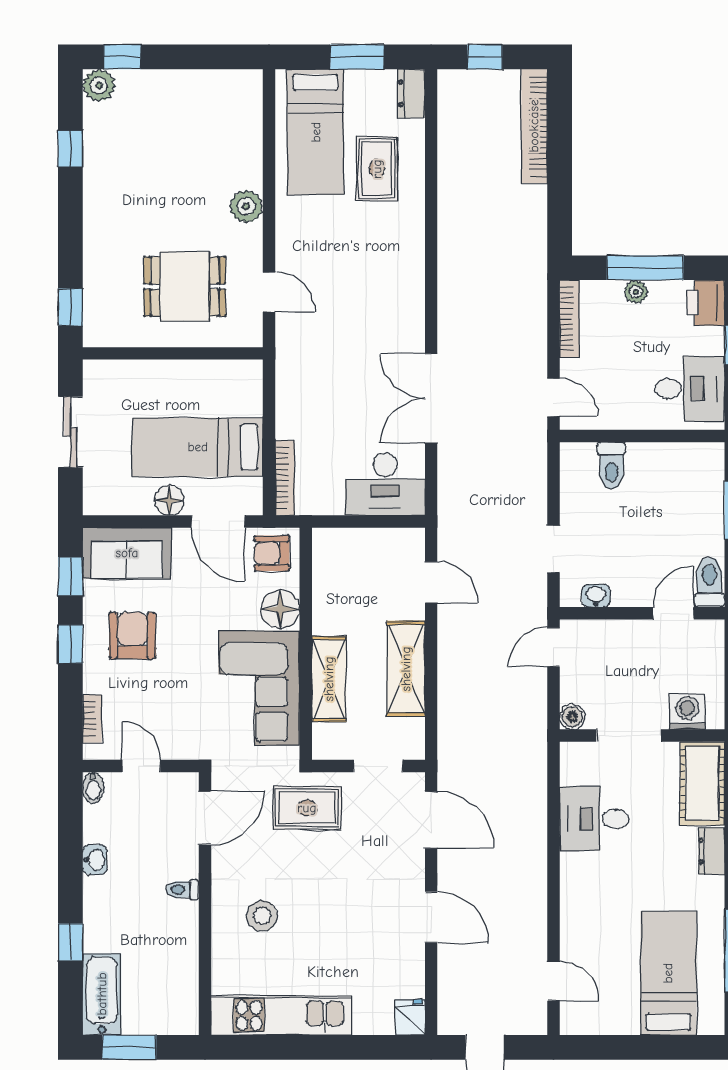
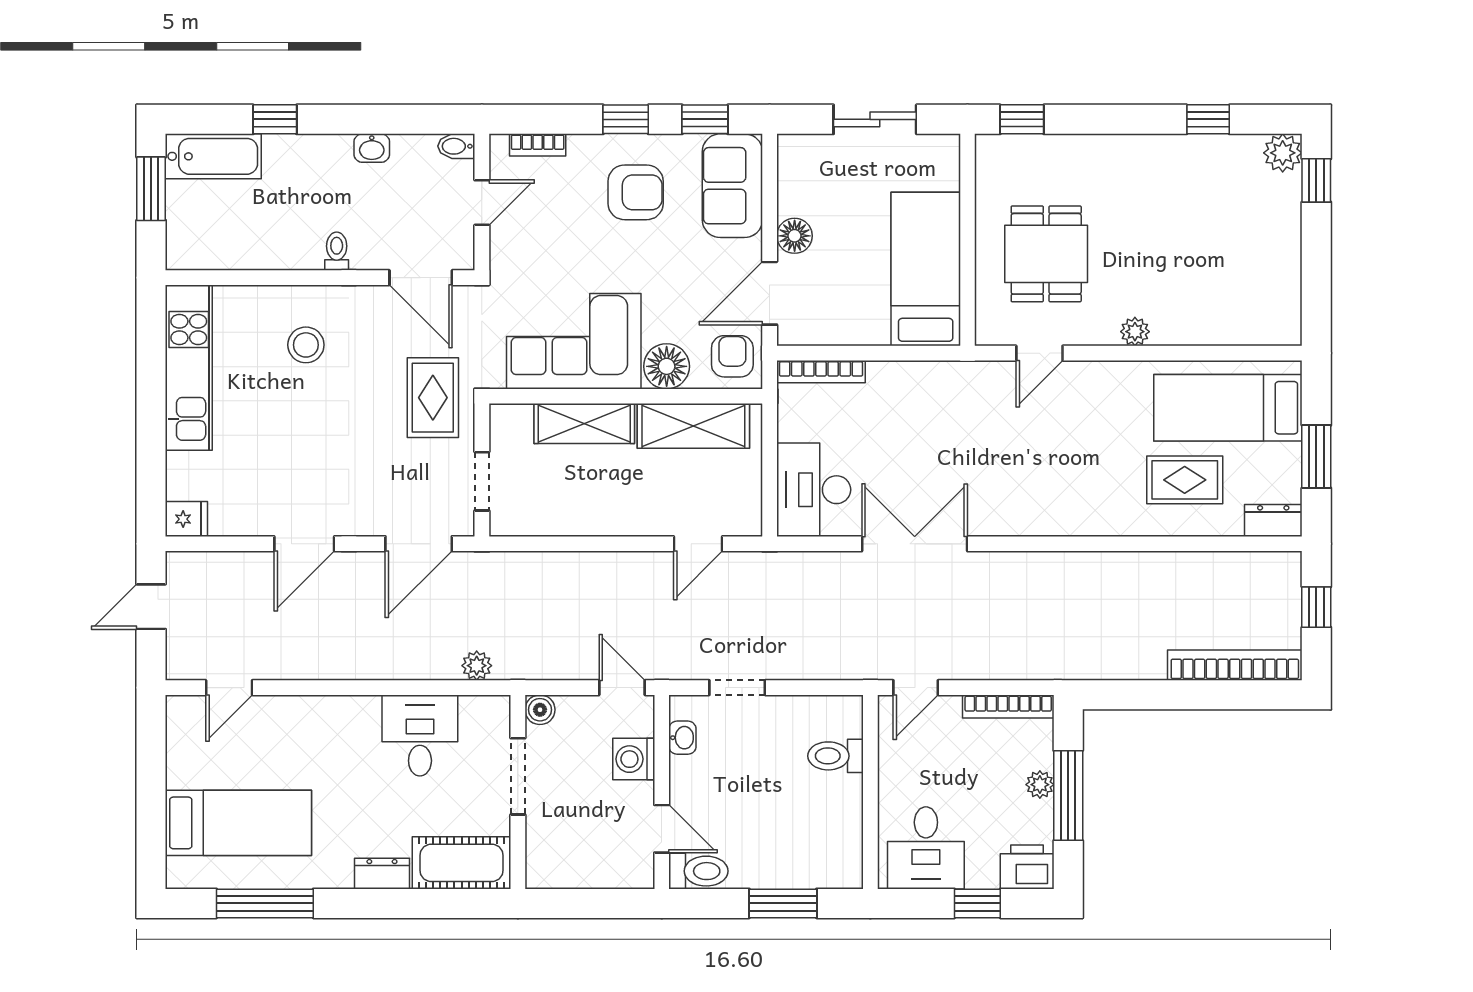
plant: (246, 206) -> (1135, 332), width x0.73, depth x0.73
bed: (198, 447) -> (926, 269), moved
shelving: (406, 669) -> (693, 426), moved
washing machine: (687, 712) -> (634, 759), moved, turned 180
plant: (535, 771) -> (477, 666), added

